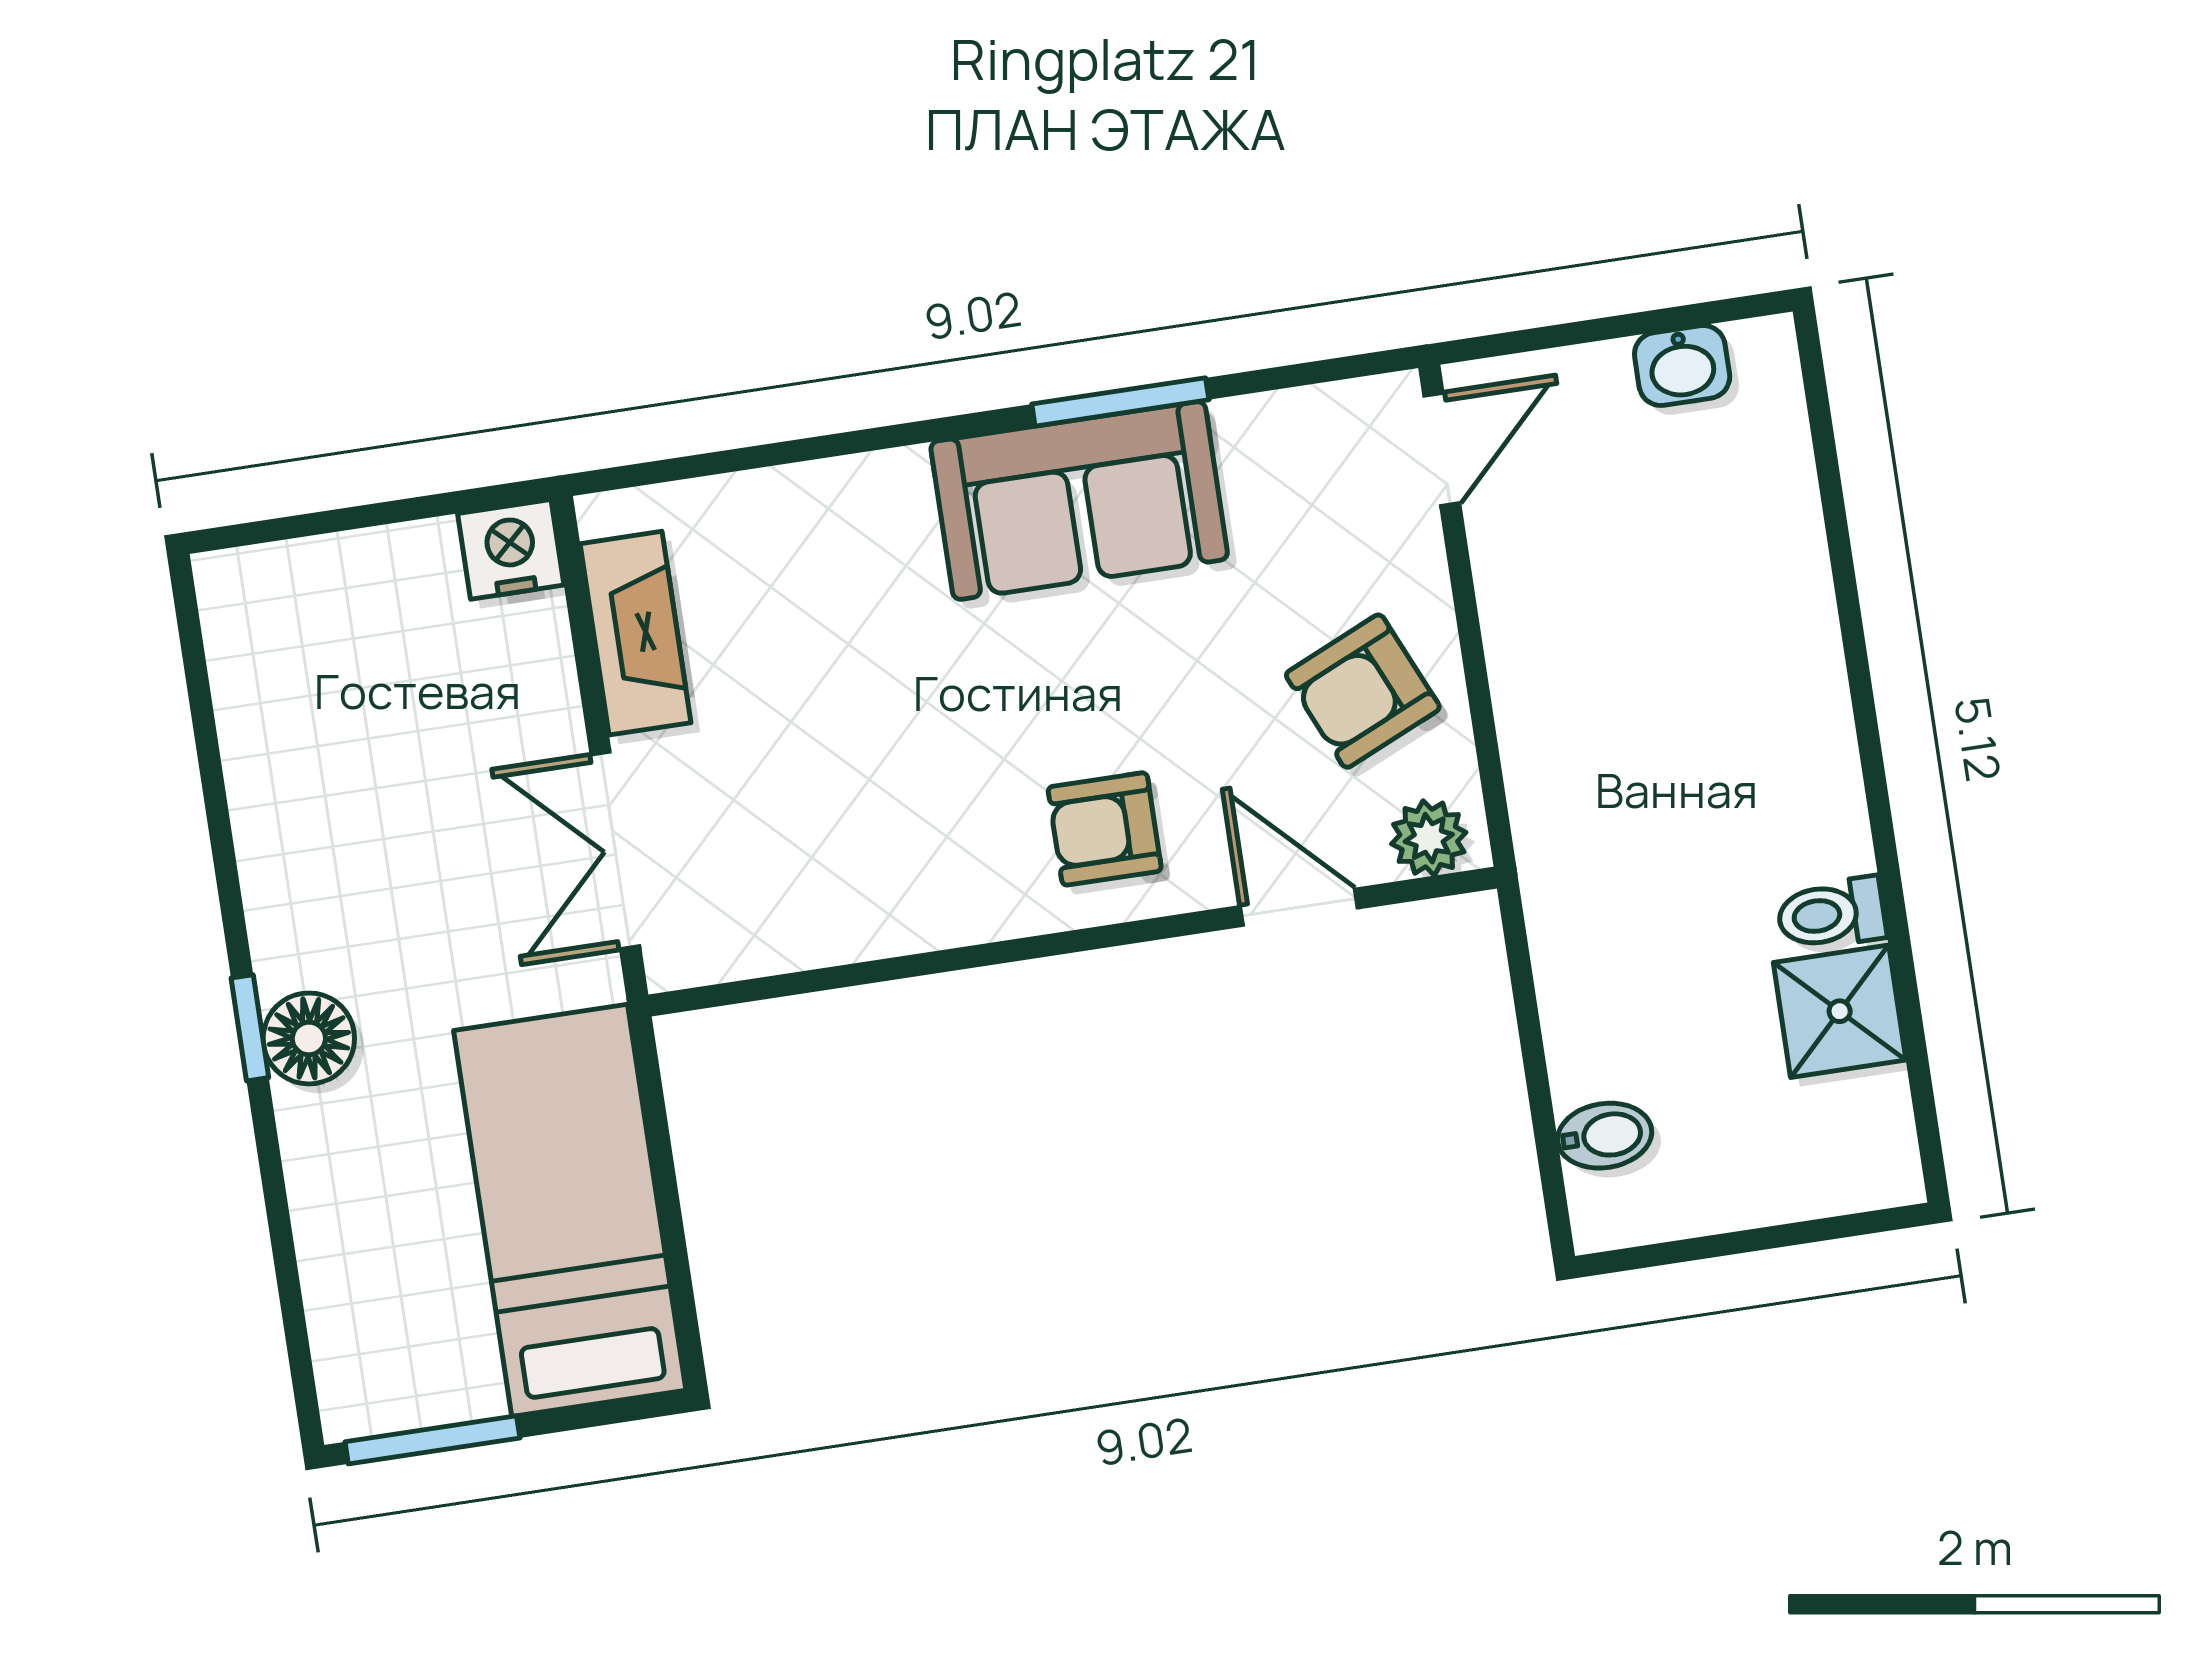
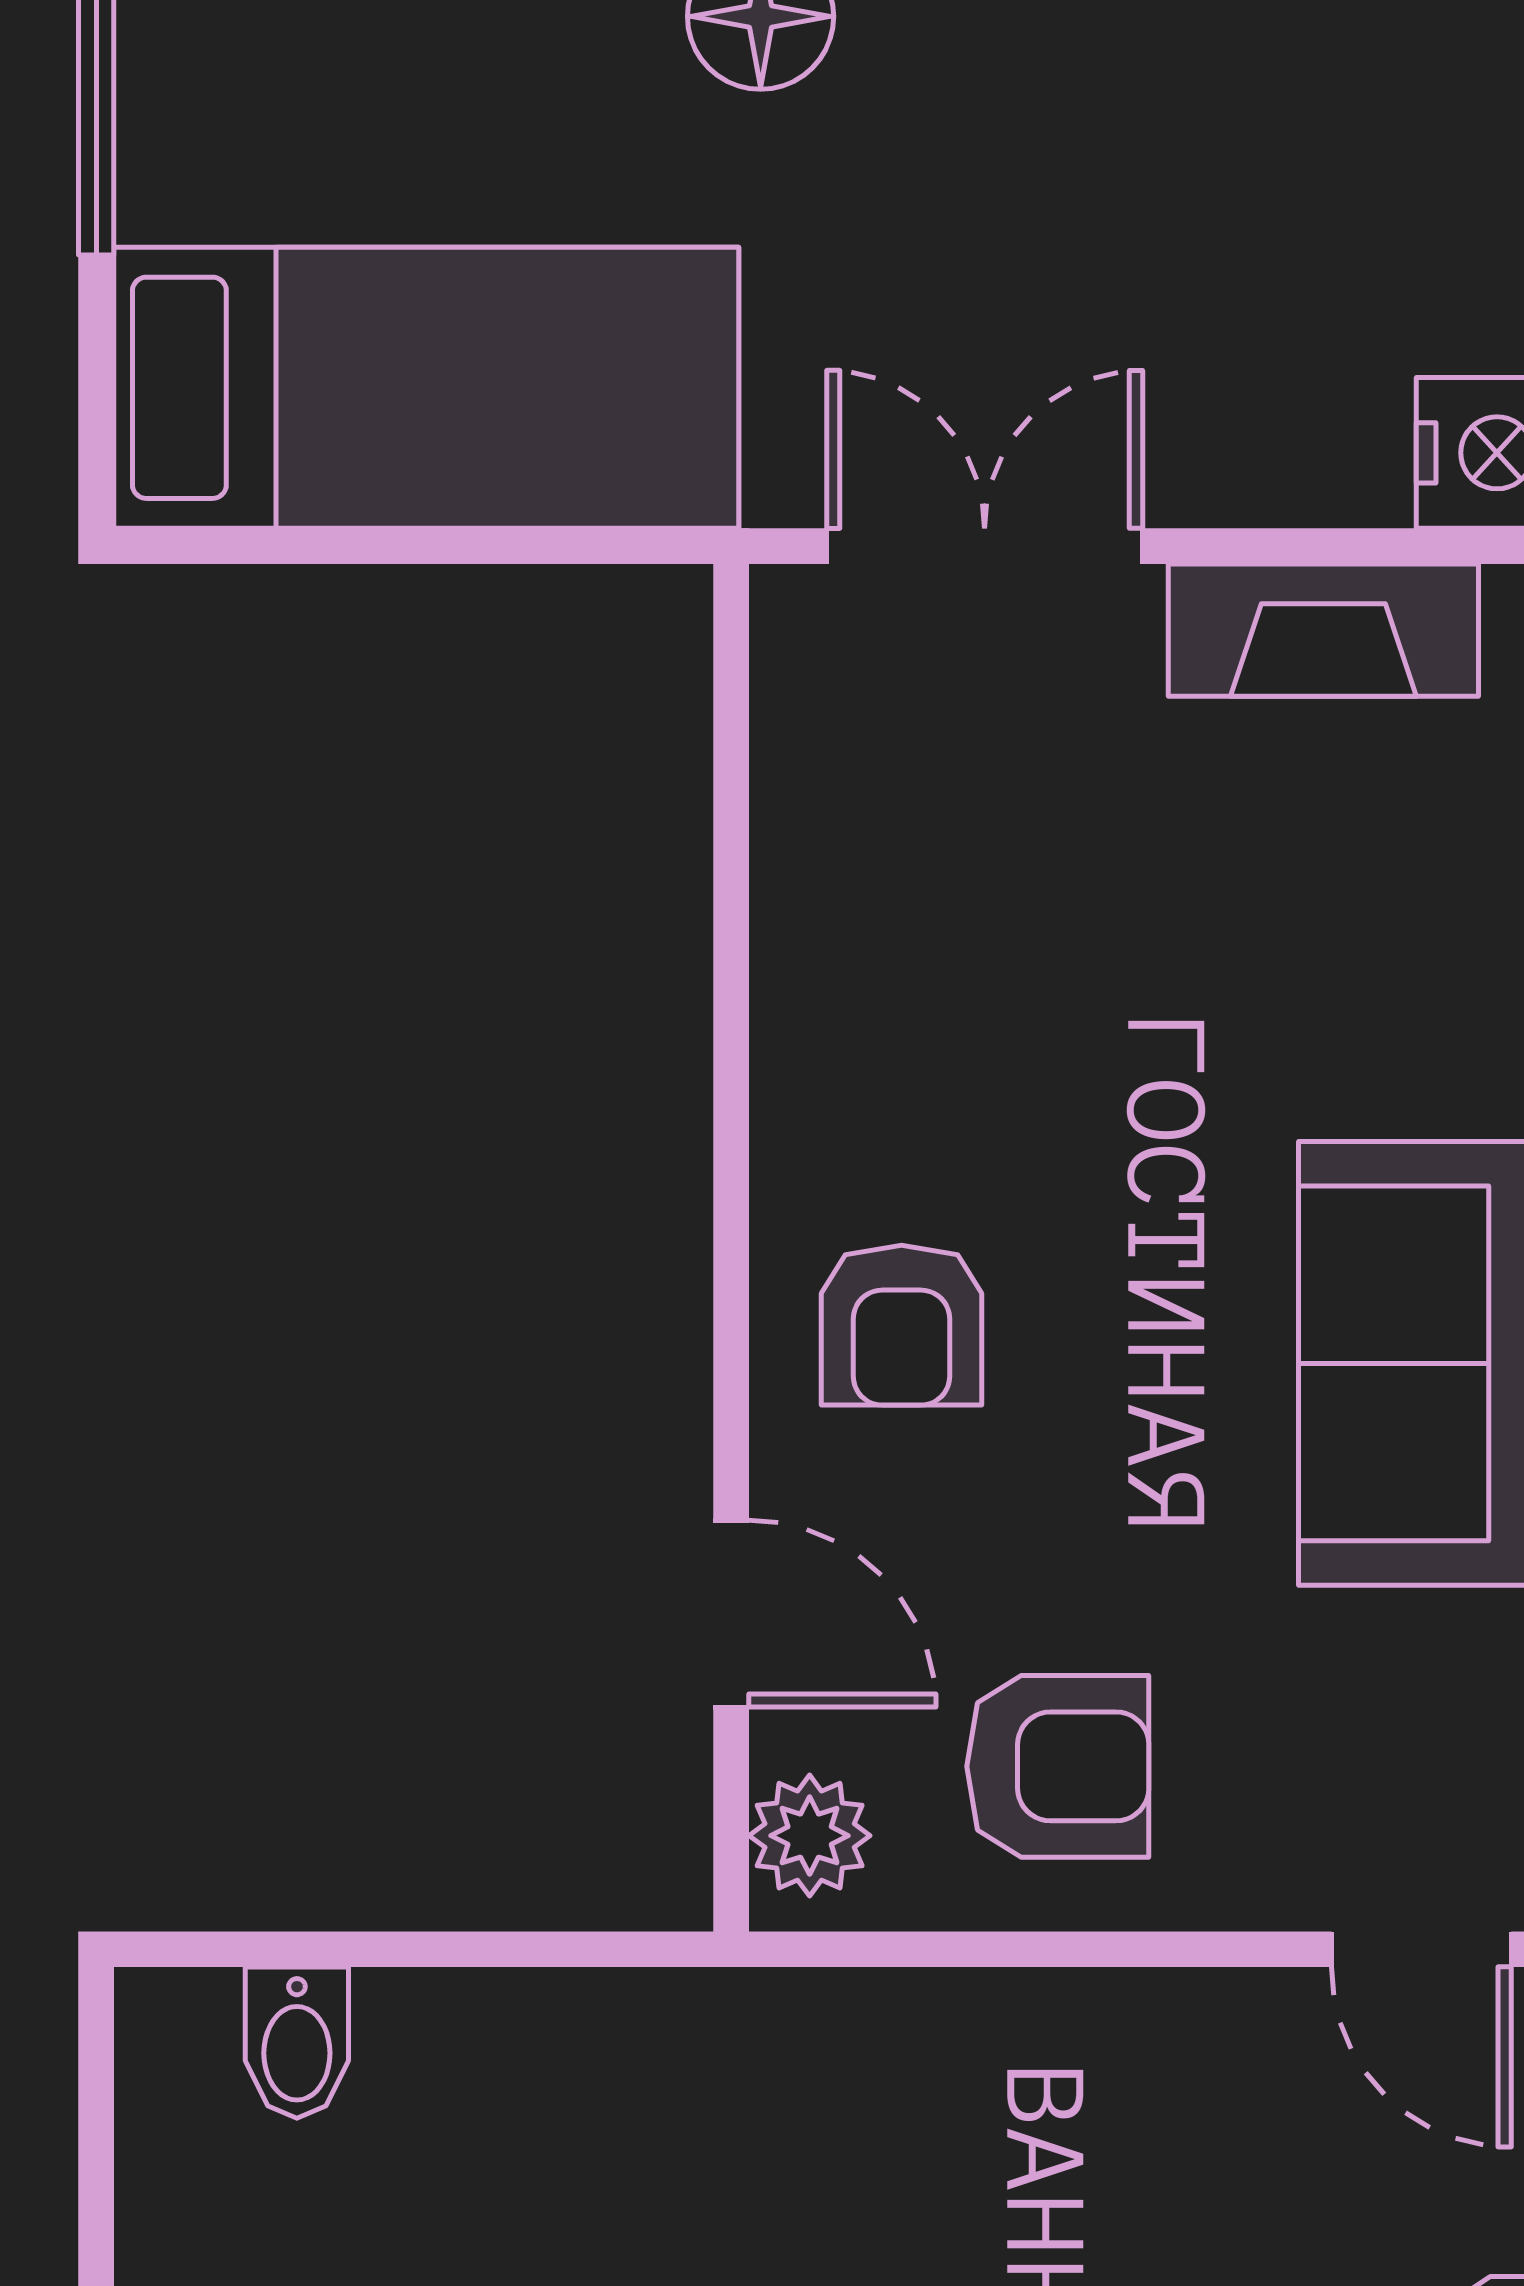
armchair: (1363, 691) -> (1058, 1766), turned 114
armchair: (1105, 829) -> (902, 1325), turned 180
door: (1299, 907) -> (731, 1614), hinge flipped

